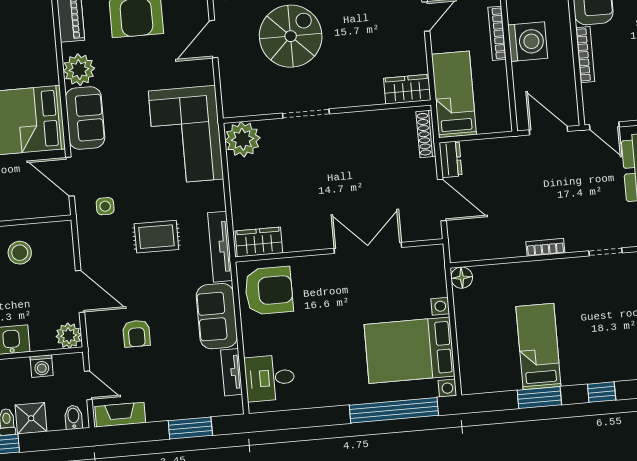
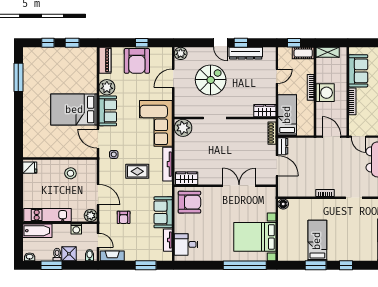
tv unit: (220, 247) -> (168, 164), moved

